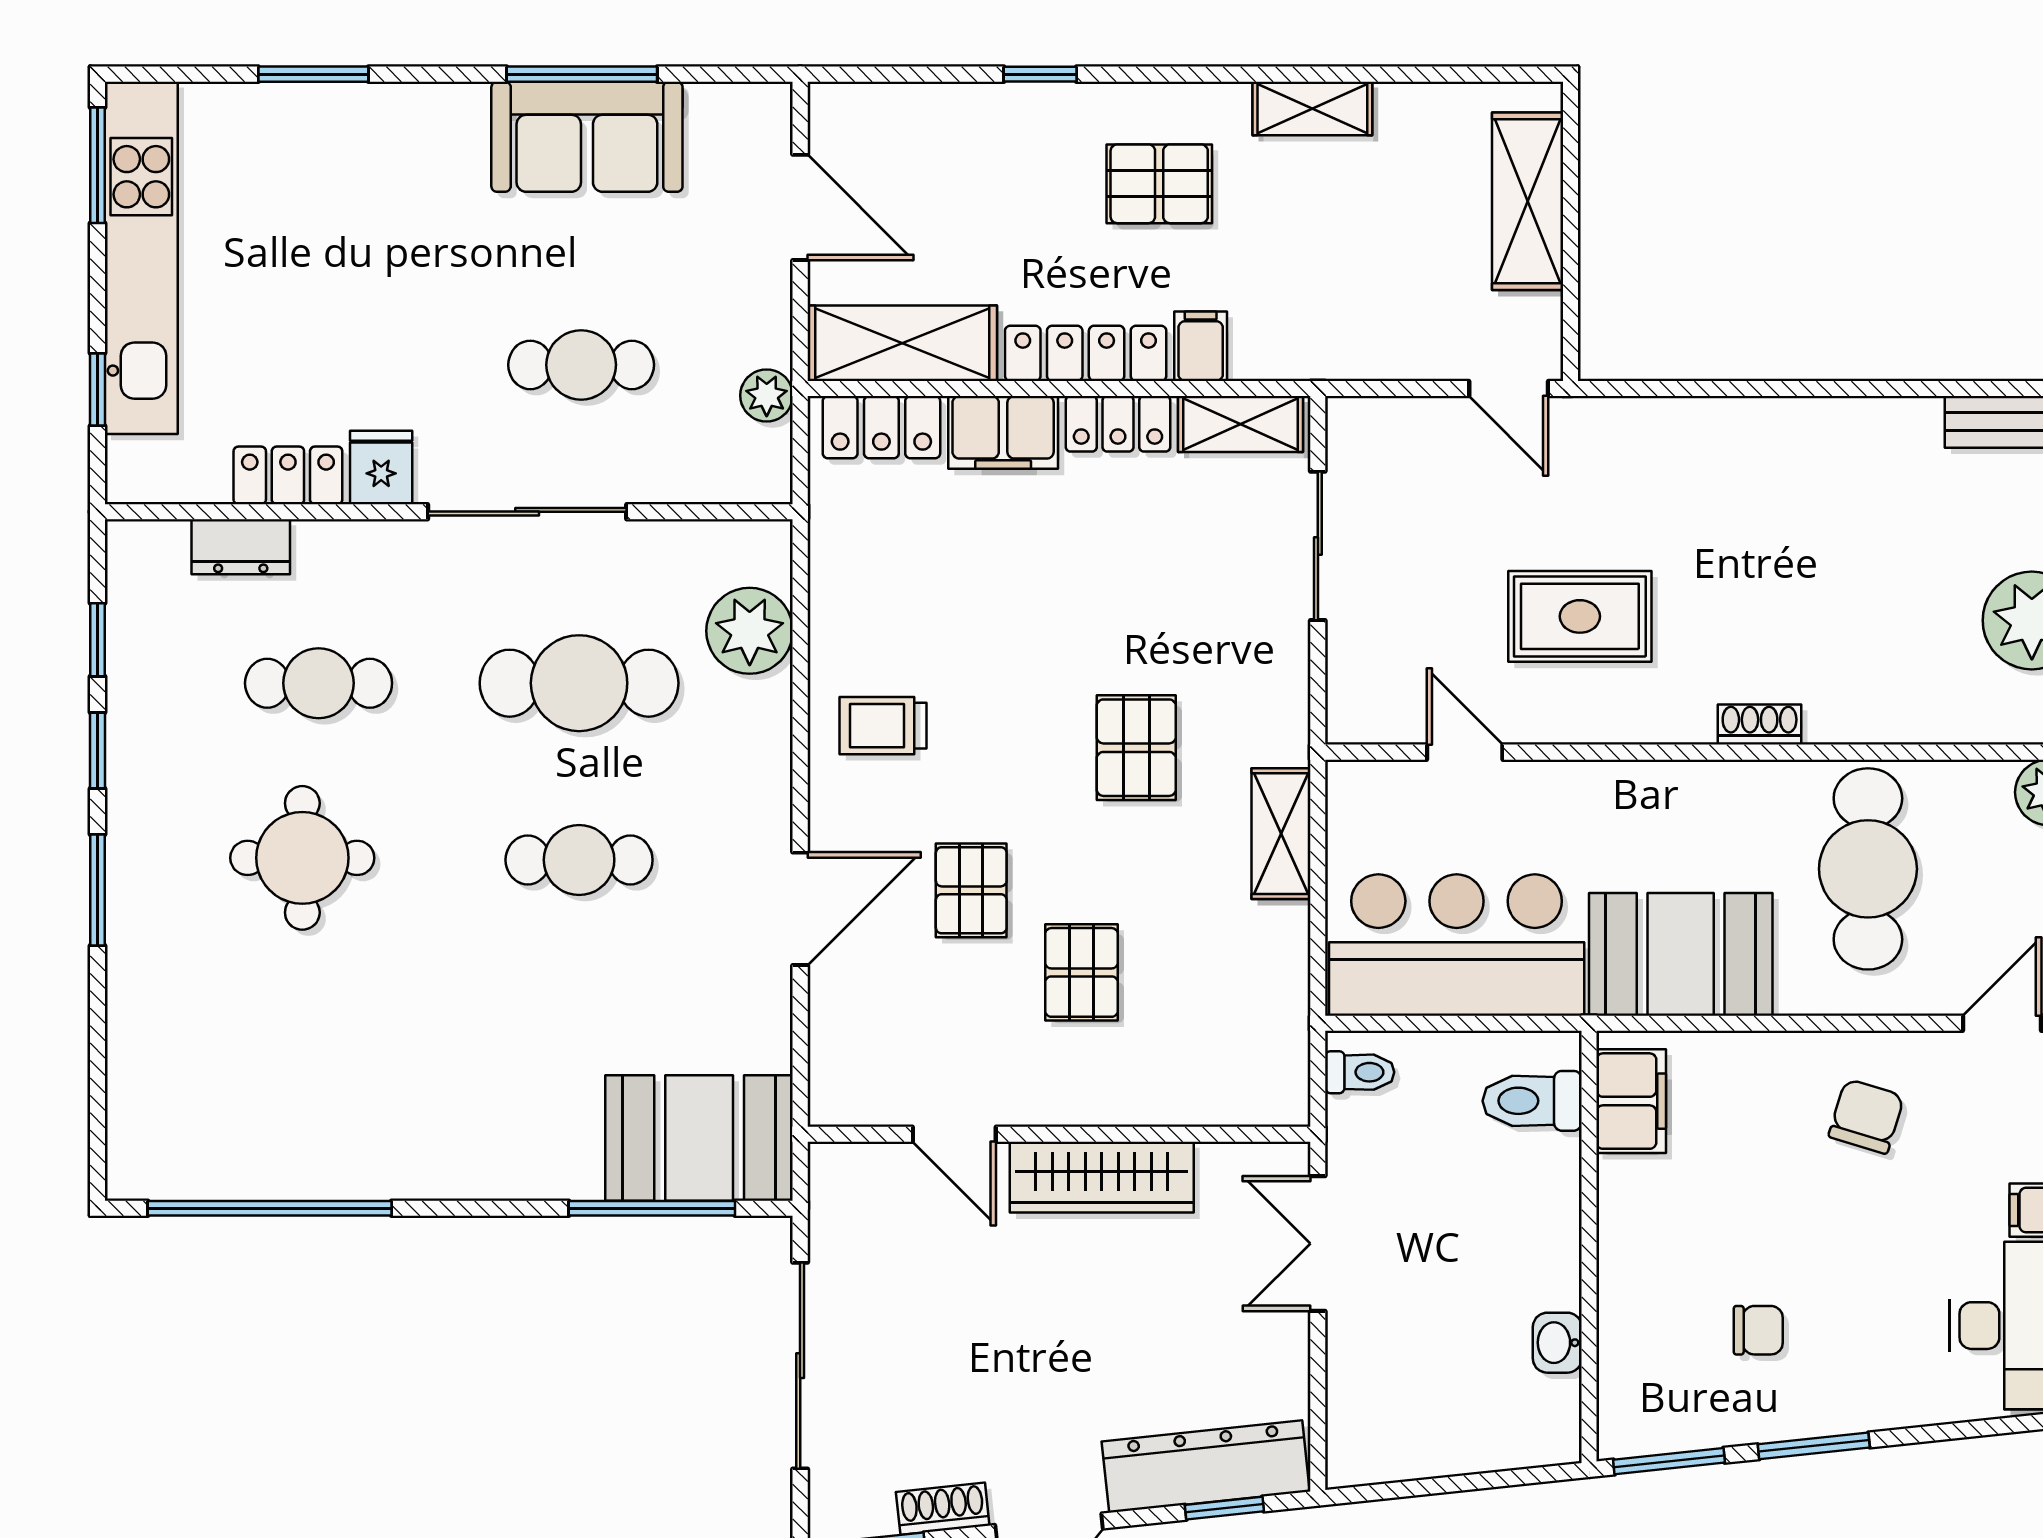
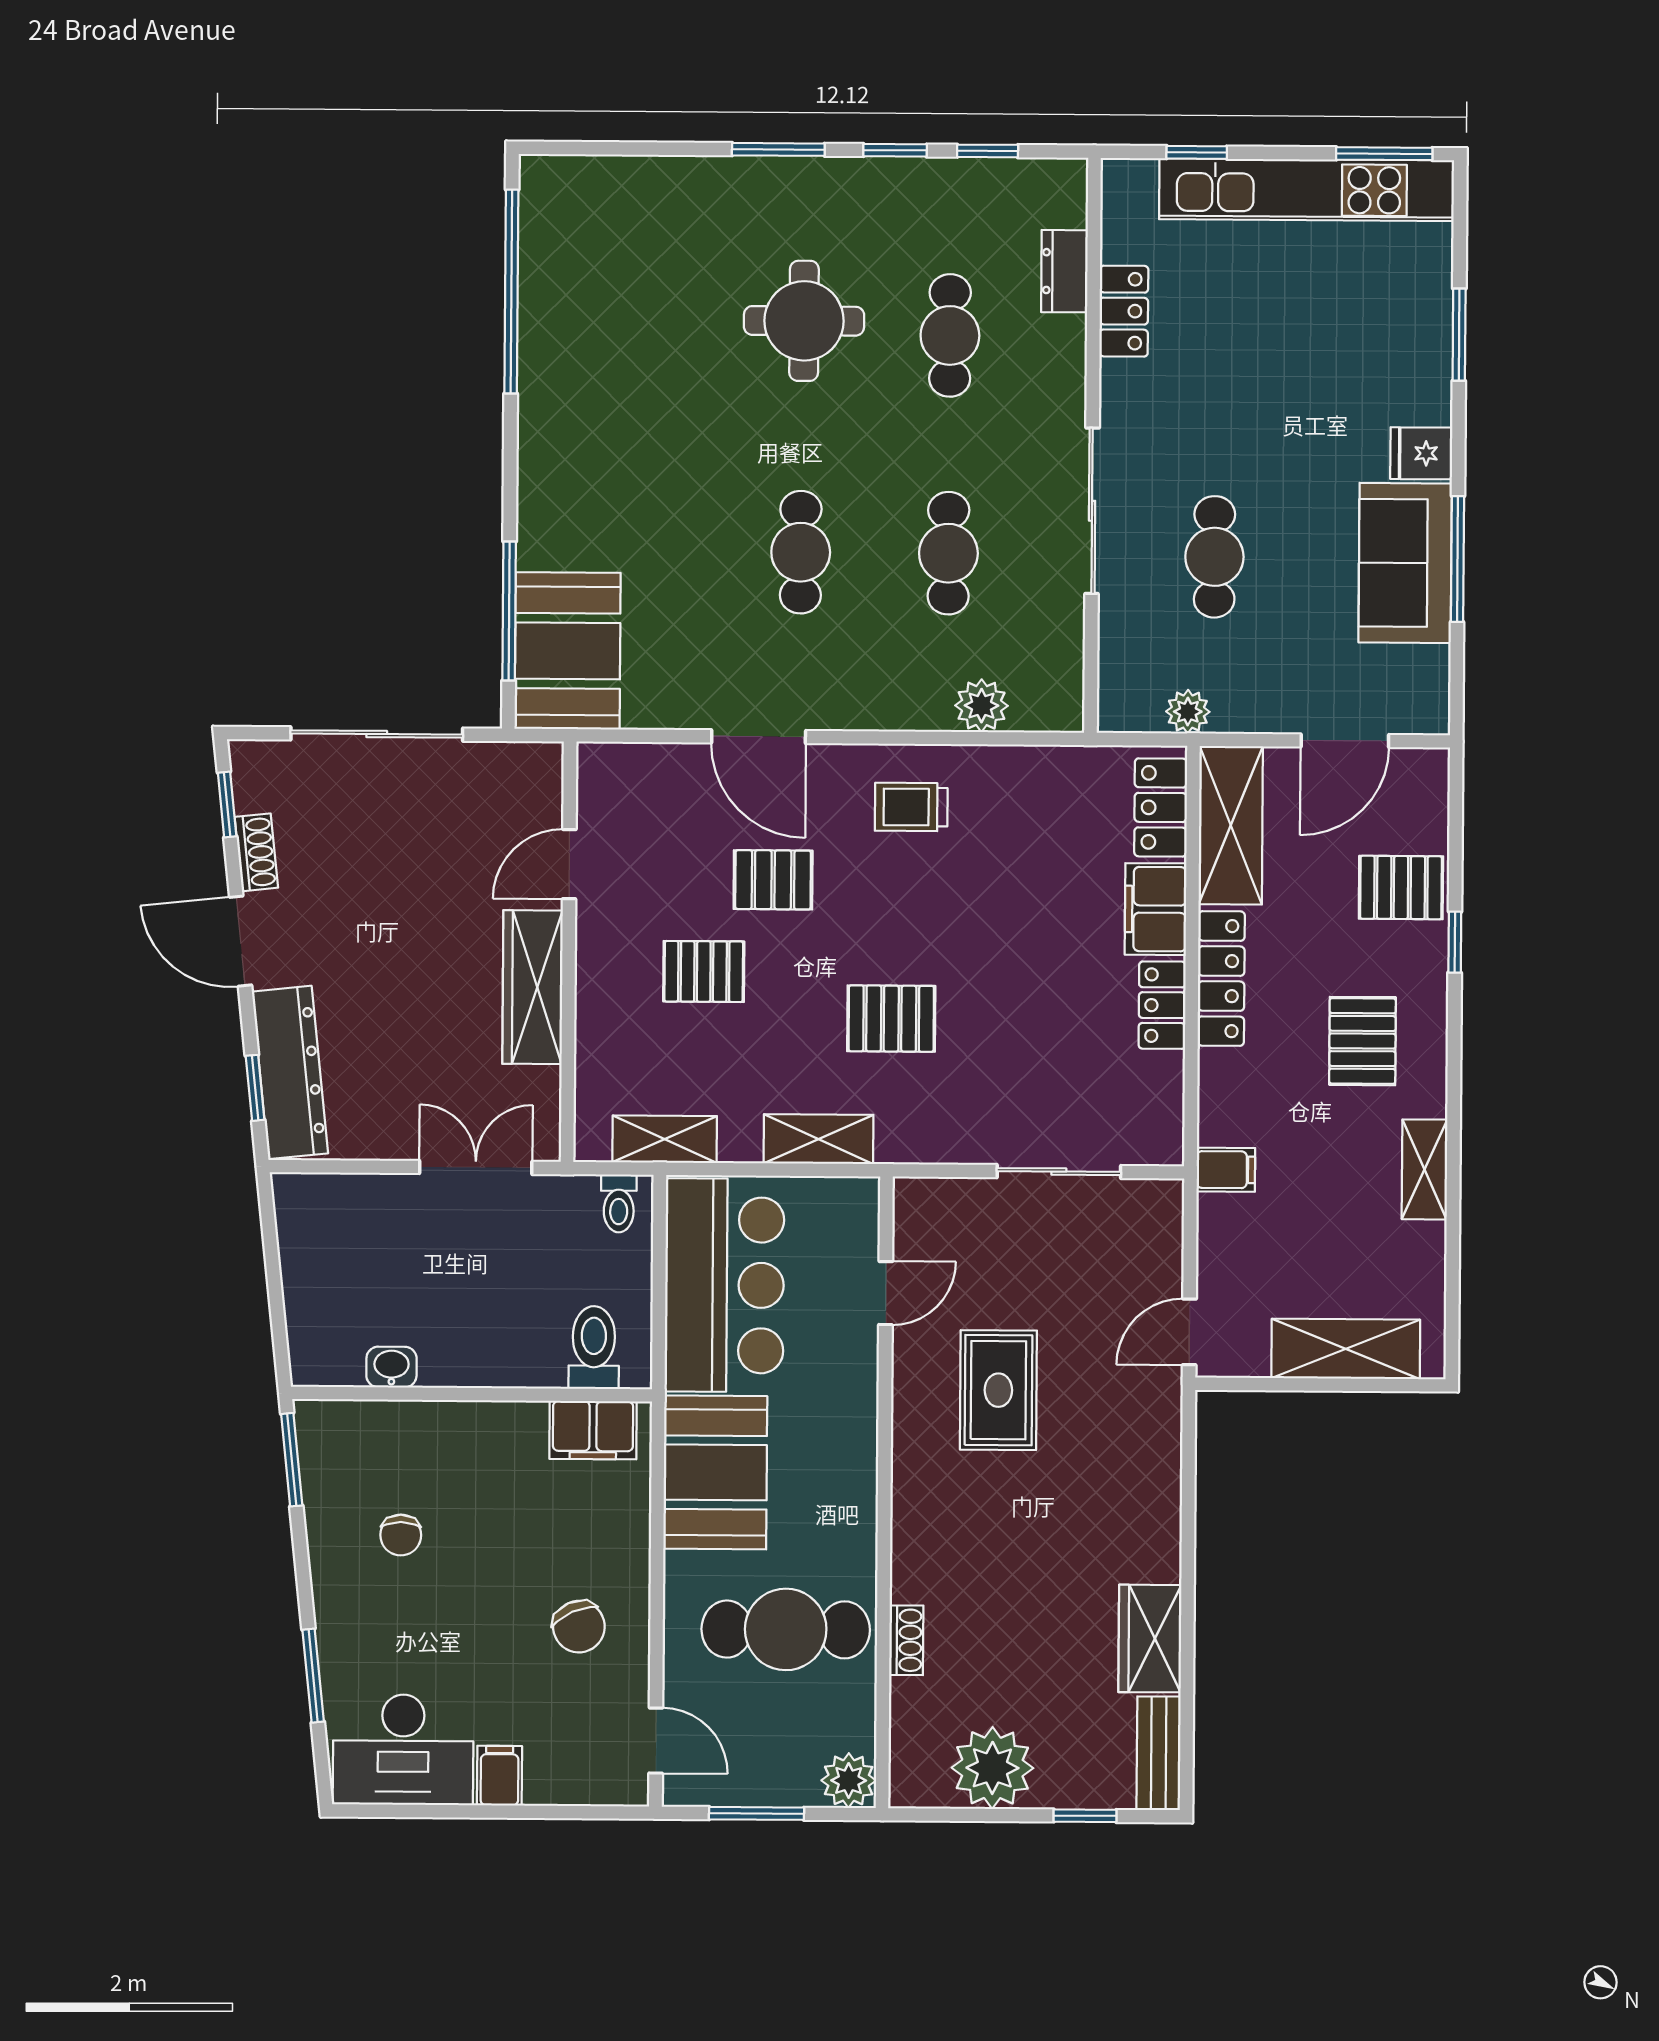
pallet: (975, 139) -> (1401, 887), added
filing cabinet: (1201, 346) -> (1226, 1170), moved
shelving: (1240, 424) -> (665, 1139), moved, turned 90
wardrobe: (1876, 433) -> (1150, 1639), added
fridge: (381, 467) -> (1421, 453), moved, turned 180
plant: (750, 631) -> (982, 706), width x0.73, depth x0.73
cafe table: (579, 683) -> (948, 553), width x0.73, depth x0.74
shoe rack: (1760, 725) -> (906, 1640), moved
trolley: (883, 726) -> (911, 807), turned -90
chair: (1866, 1116) -> (579, 1627), turned 49
window: (1814, 1446) -> (313, 1676), moved

